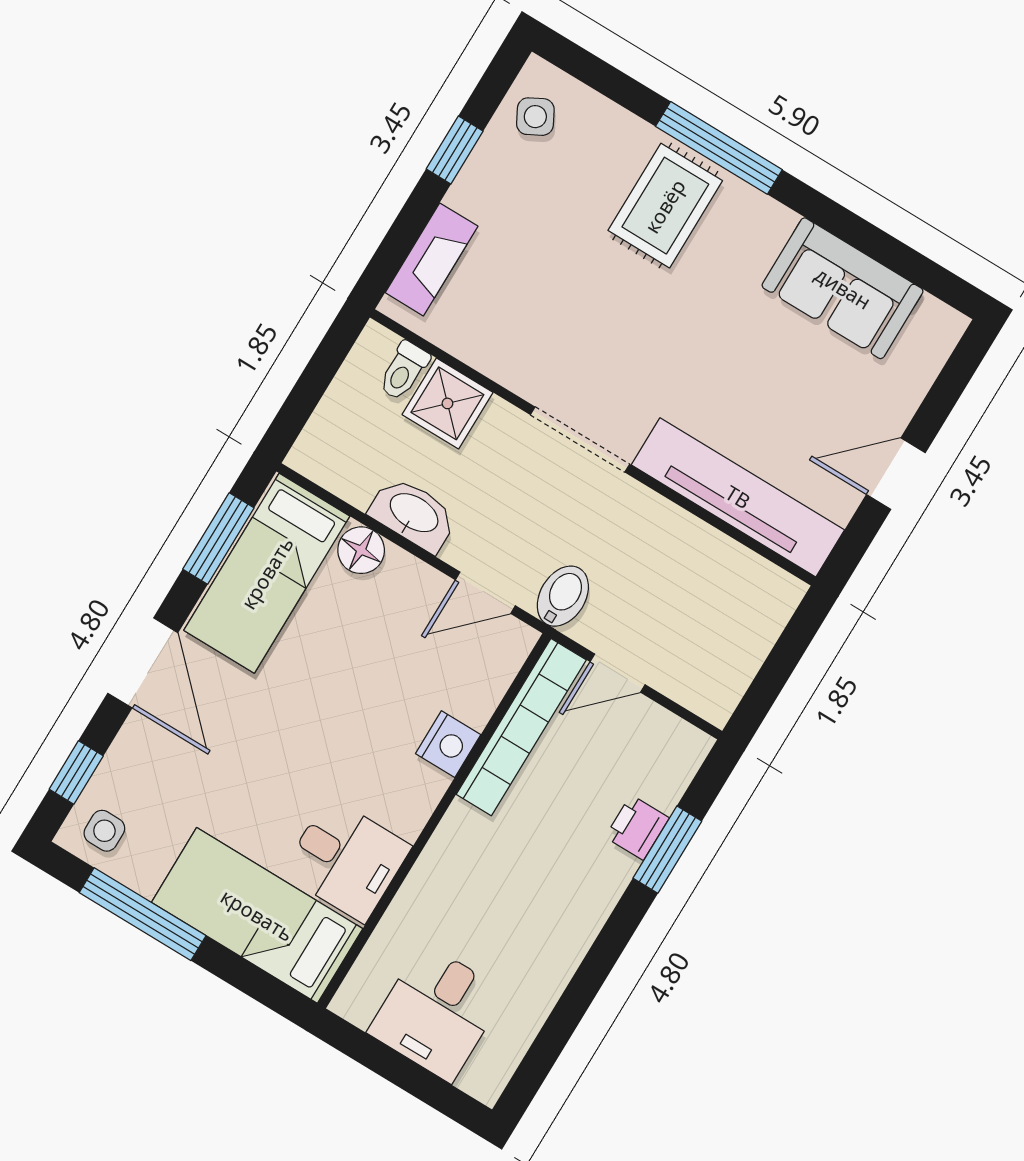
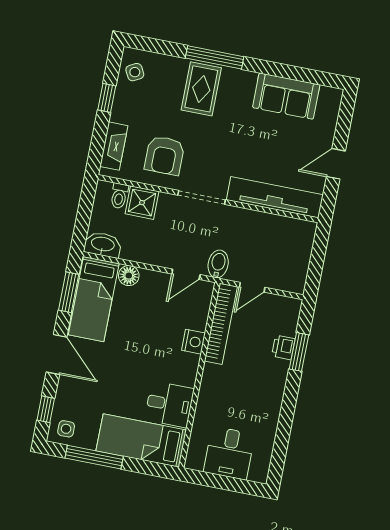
armchair: (533, 320) -> (164, 155), added
washbasin: (413, 514) -> (103, 245), moved

